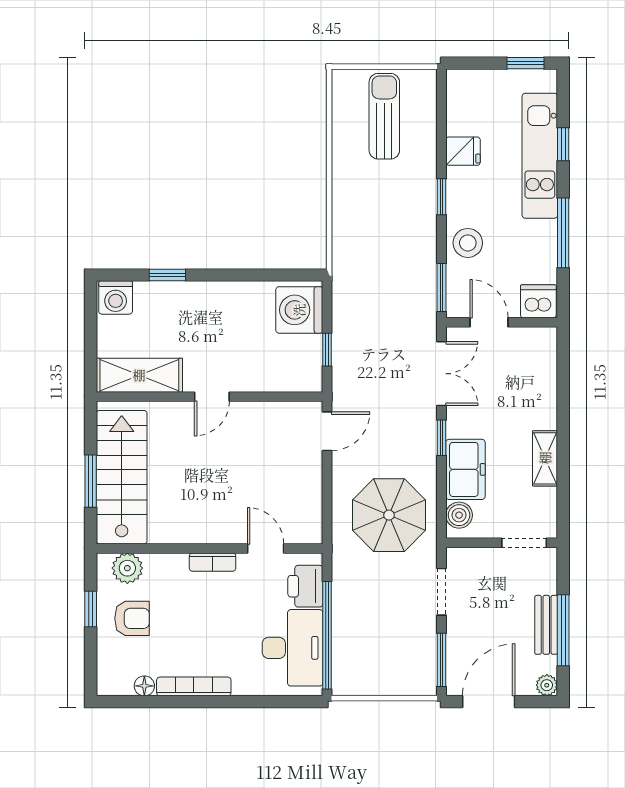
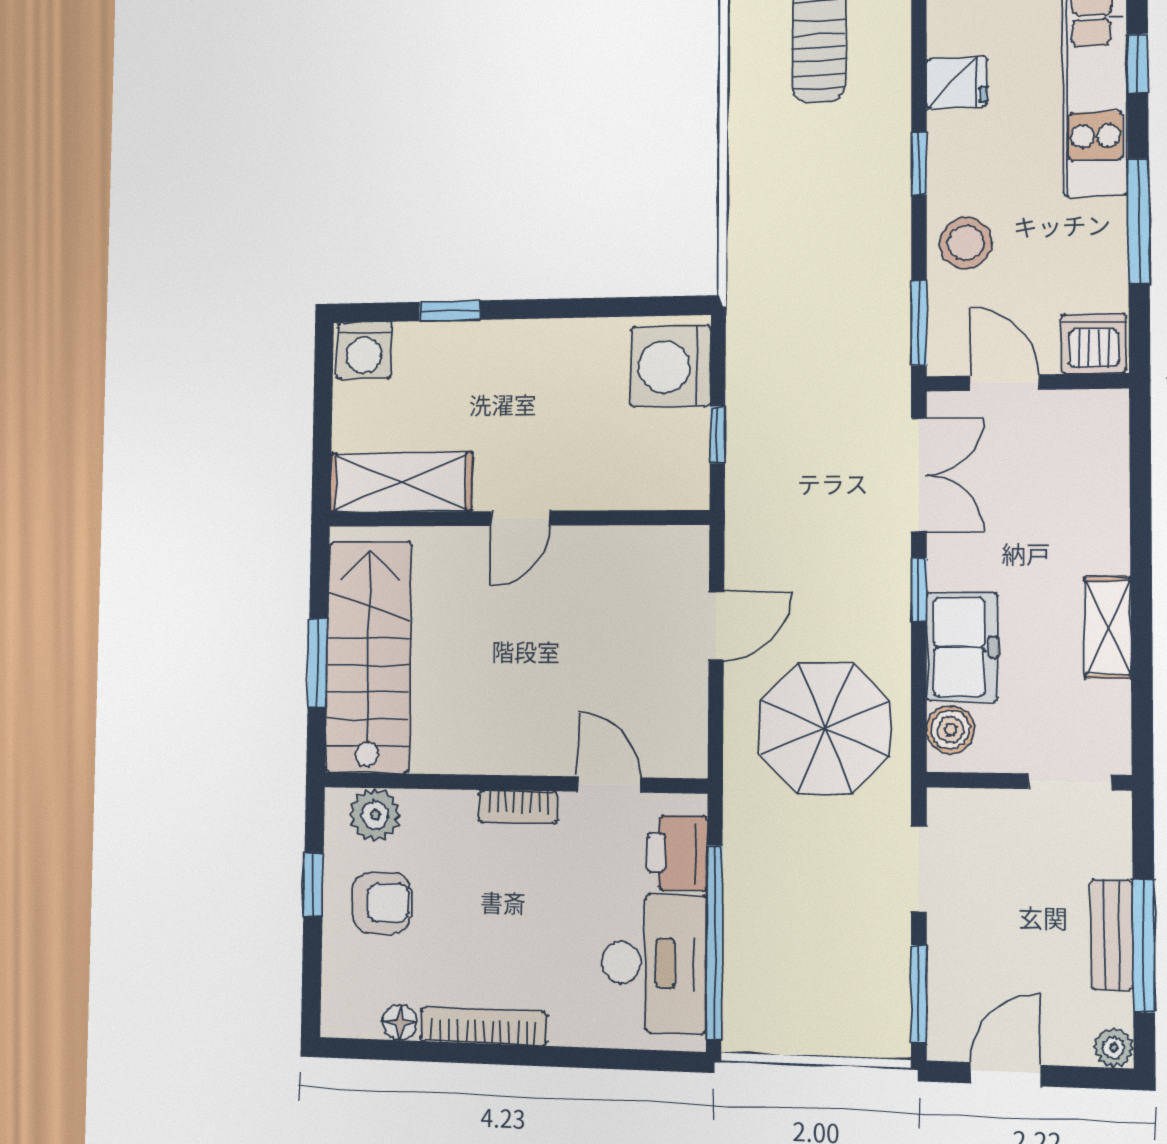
door: (327, 431) -> (716, 626), moved
door: (489, 702) -> (1005, 1074), width x0.73

